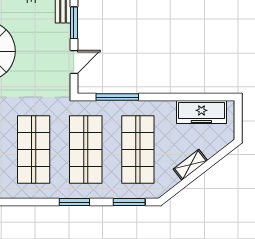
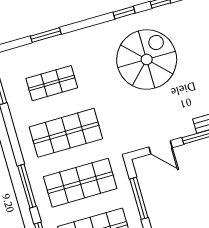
window: (74, 202) -> (27, 186), width x1.44

